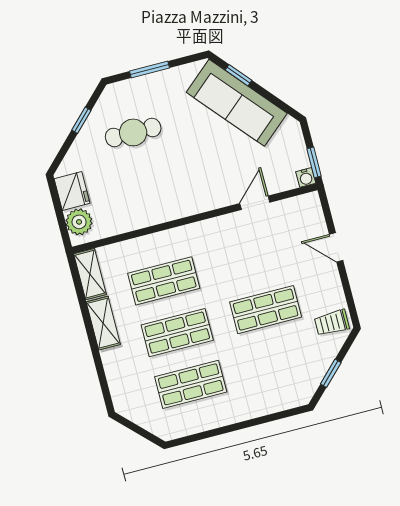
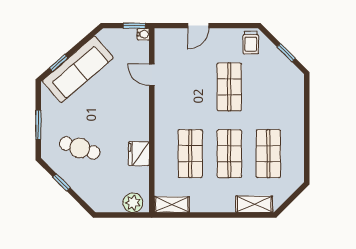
cafe table: (133, 132) -> (80, 148), turned -72
fridge: (72, 191) -> (139, 154), moved, turned -90
shelving: (103, 323) -> (254, 204), moved

